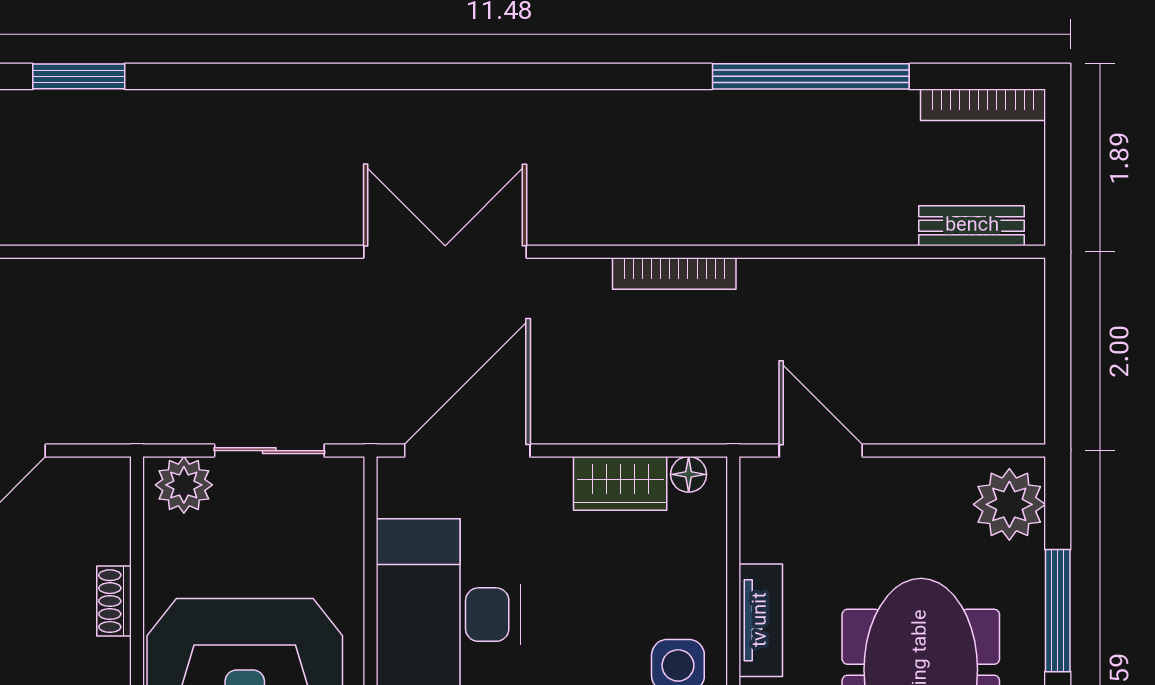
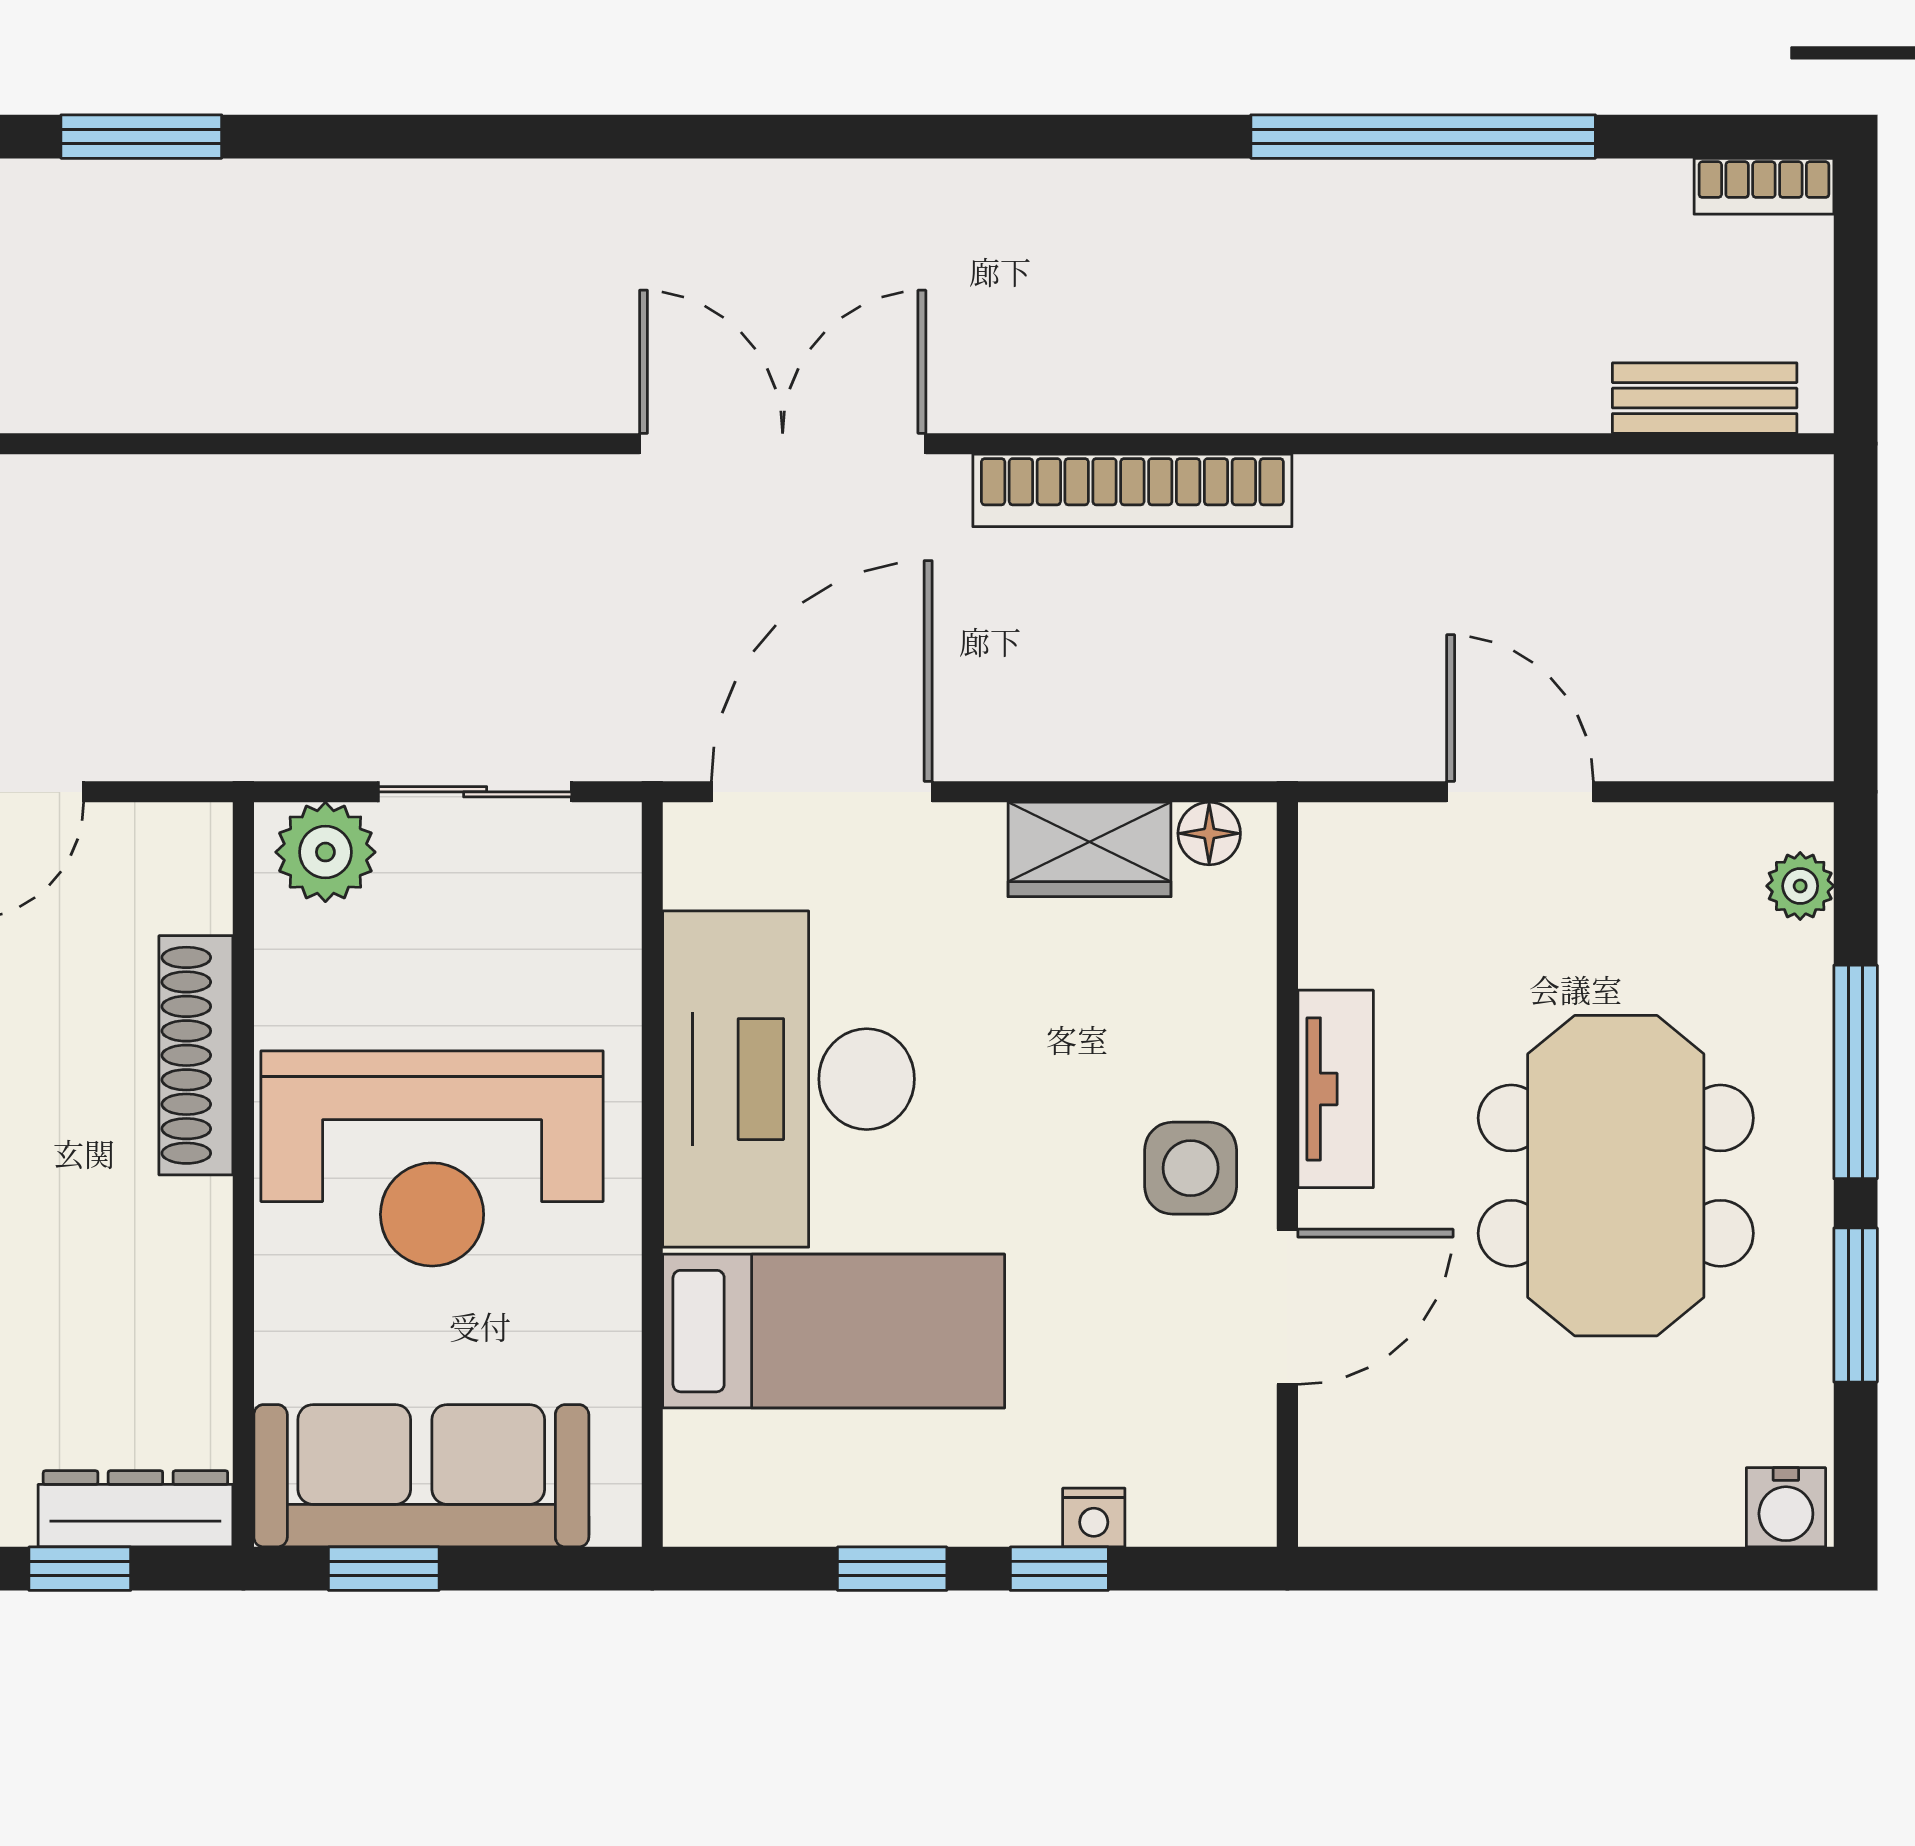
bookcase: (983, 105) -> (1764, 186), width x0.64
bookcase: (674, 273) -> (1132, 490), width x1.48, depth x1.31
door: (821, 451) -> (1520, 792), moved
plant: (1009, 504) -> (1800, 886), width x0.53, depth x0.53
shoe rack: (114, 601) -> (196, 1055), width x1.94, depth x1.24

